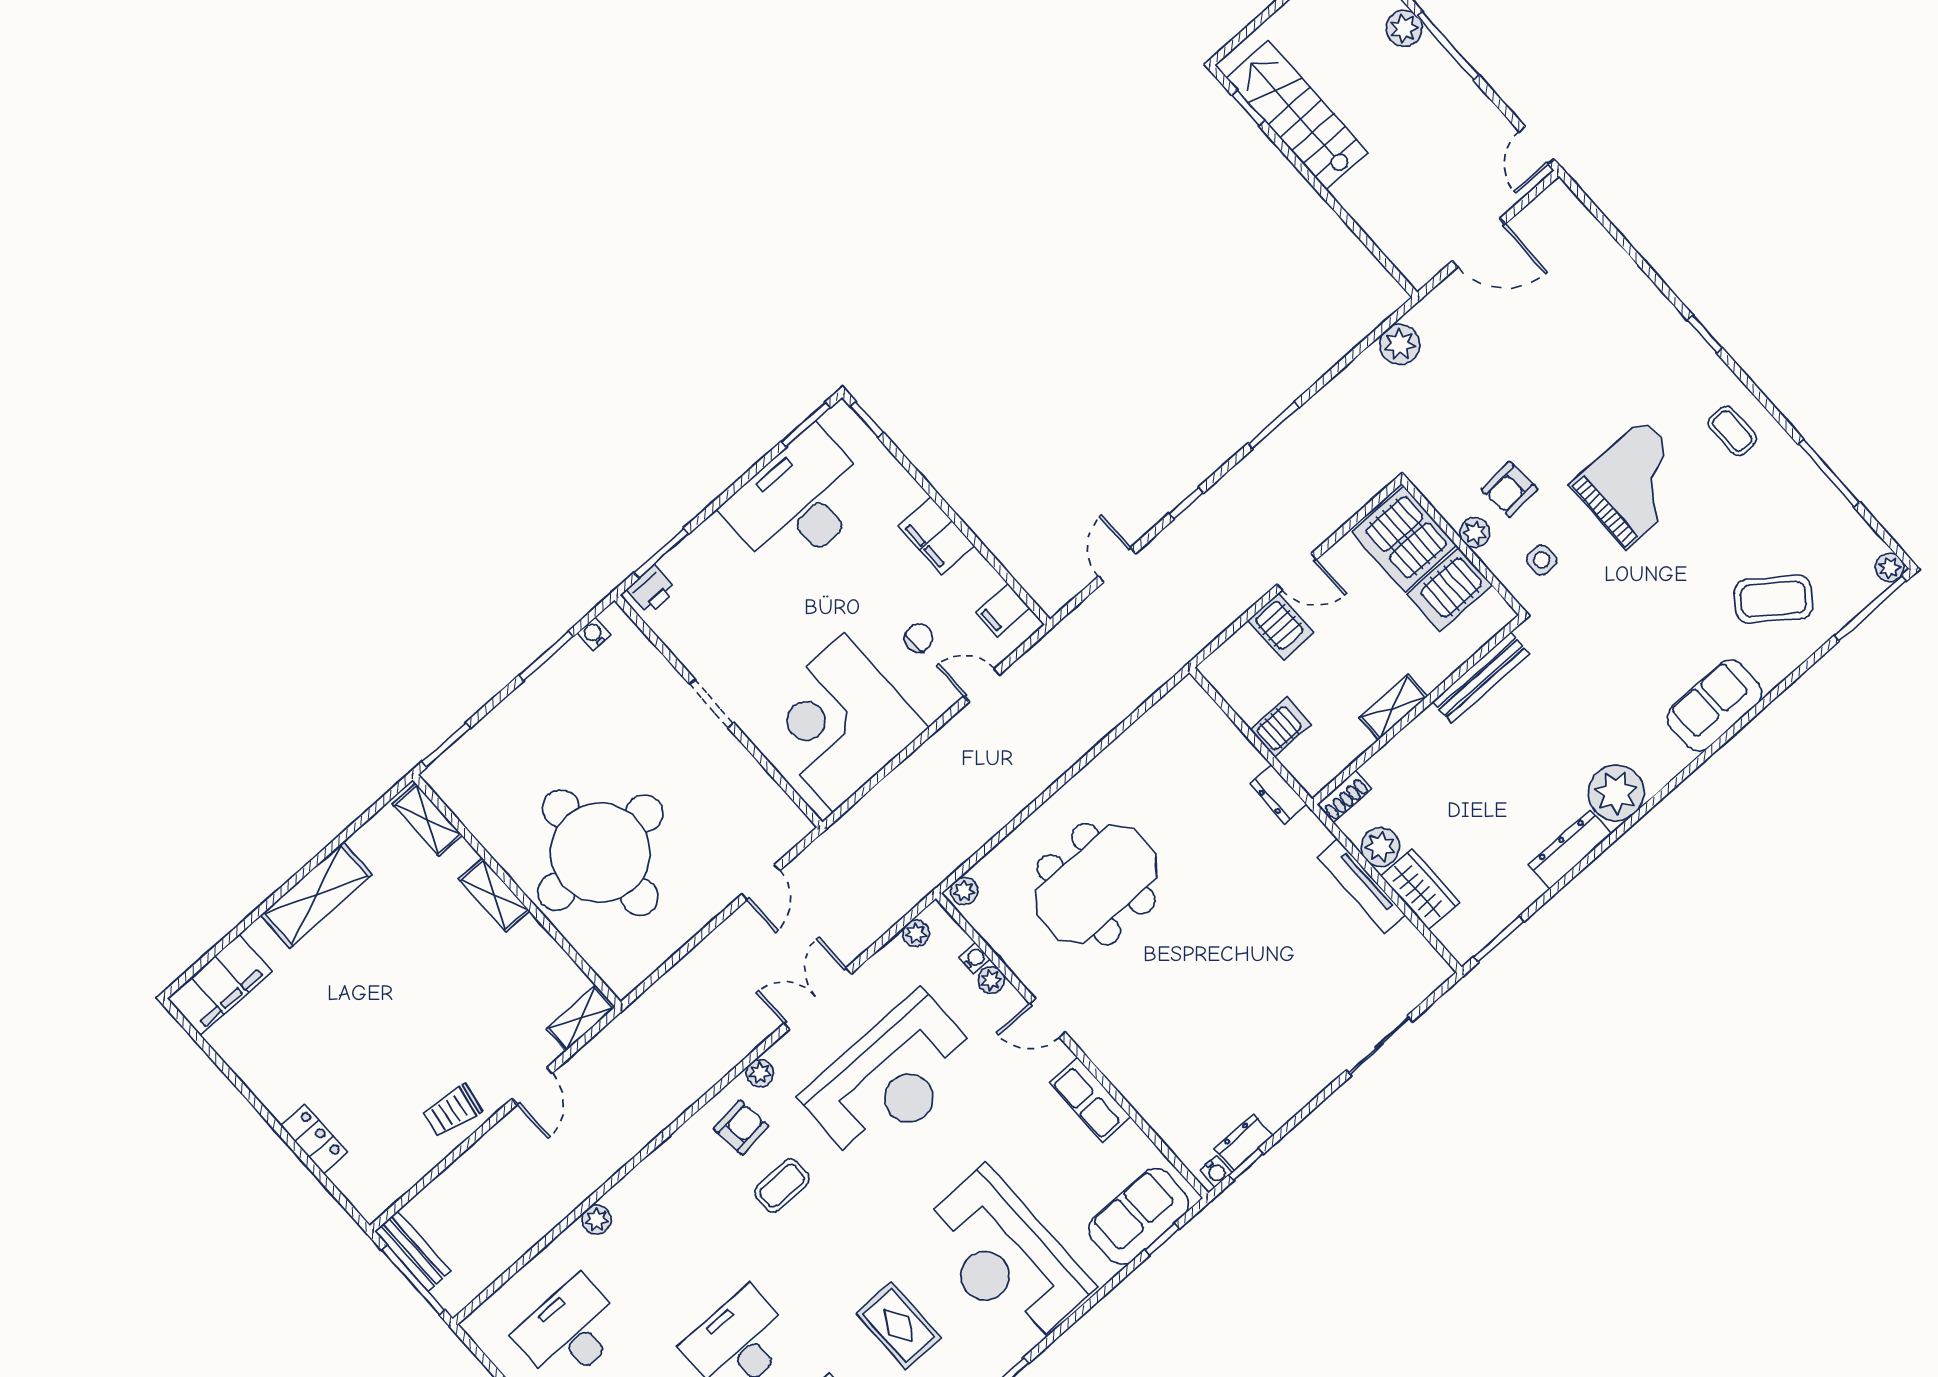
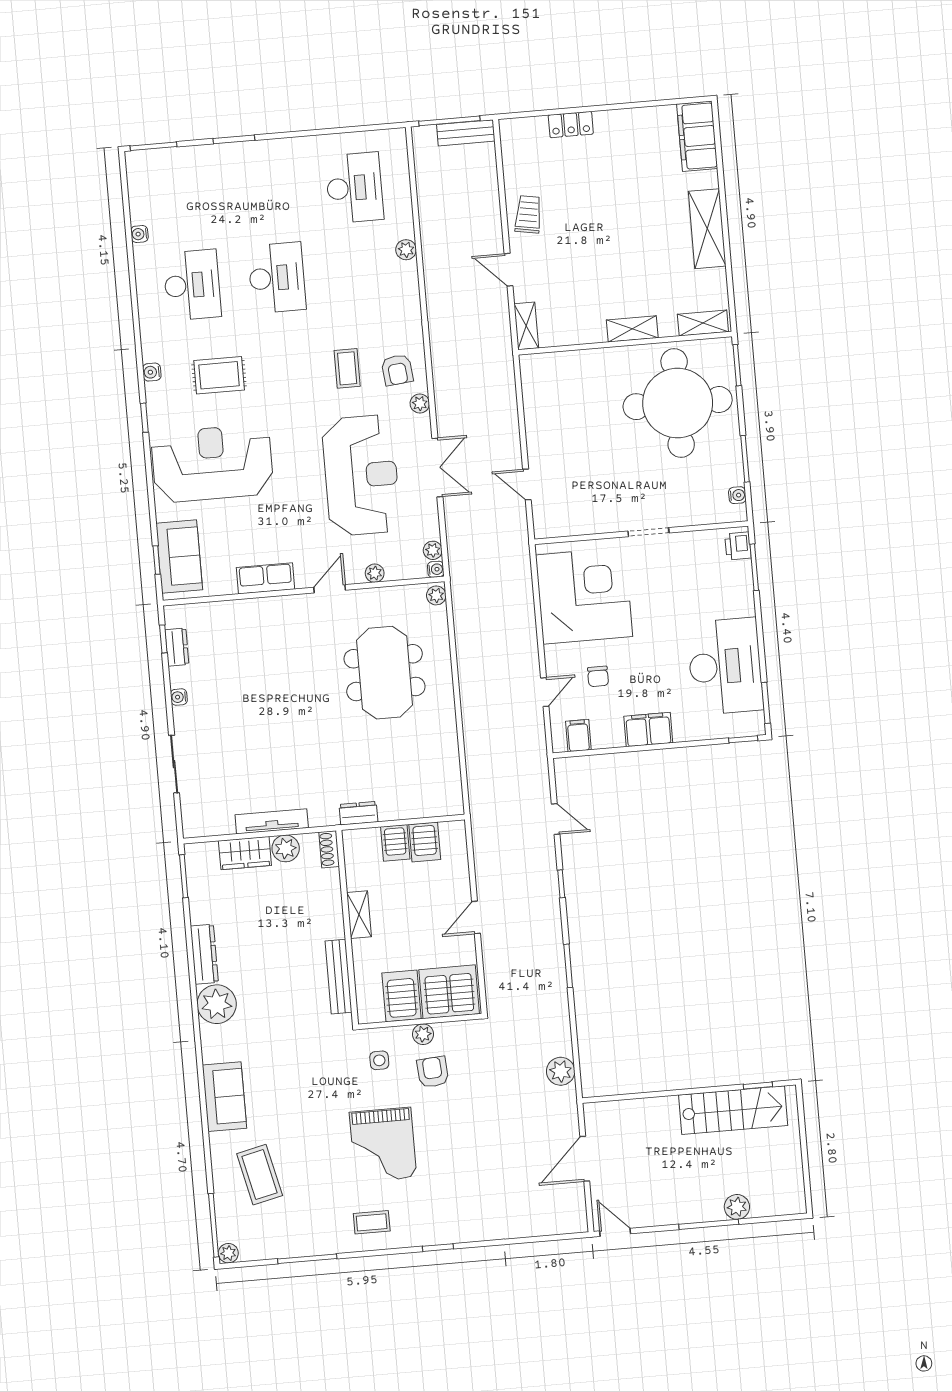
coffee table: (1774, 599) -> (260, 1175), turned -50
server rack: (1281, 627) -> (425, 842), moved, turned -90
round table: (600, 853) -> (678, 403), moved
water cooler: (975, 958) -> (436, 569), moved, turned -90
reception desk: (892, 1079) -> (361, 475), turned 180
water cooler: (1216, 1171) -> (179, 697), moved

